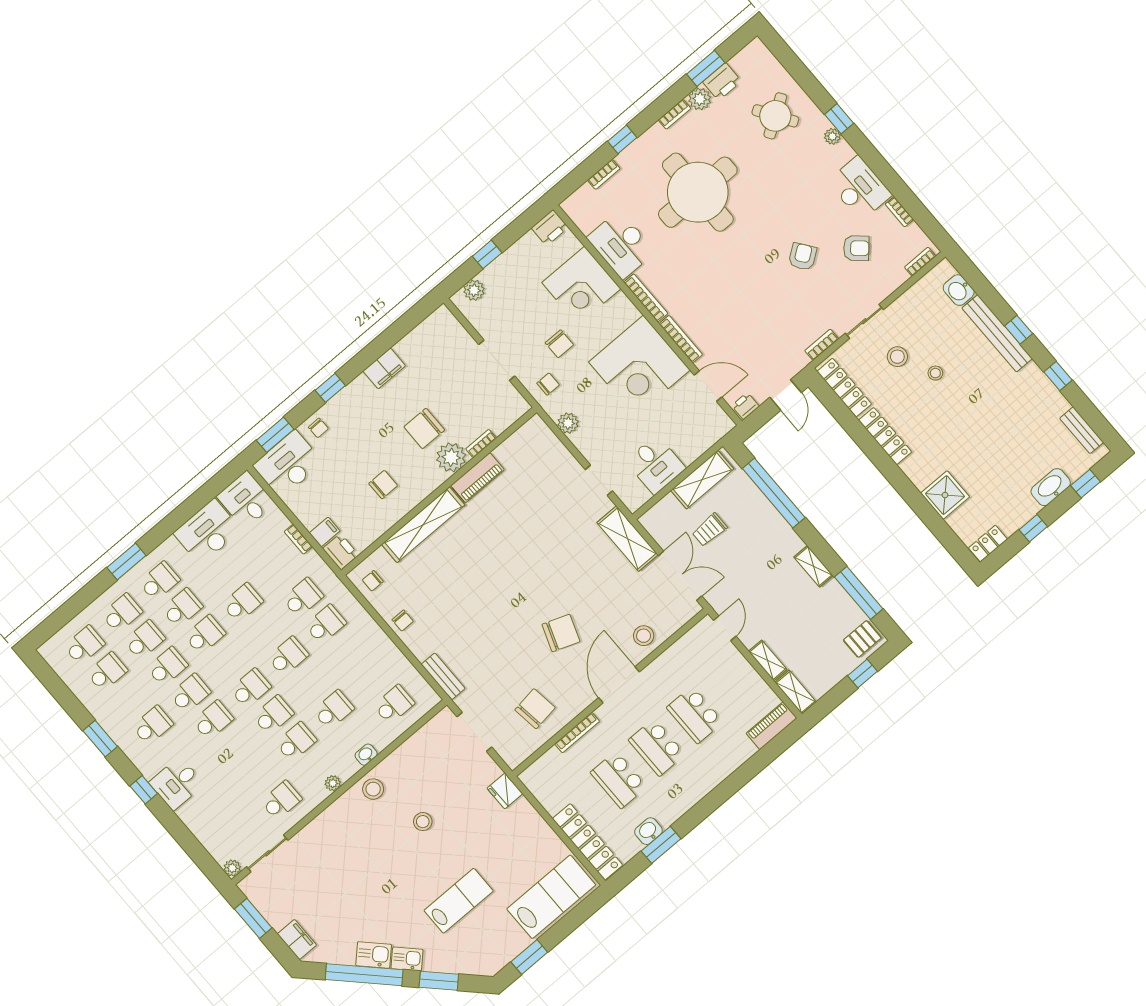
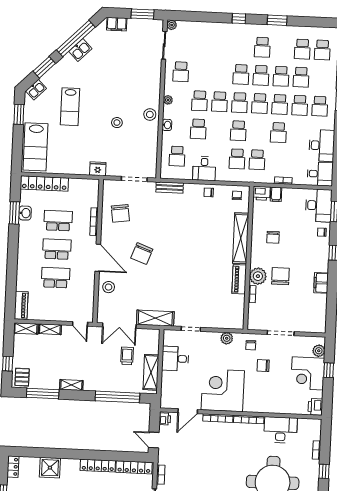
corner desk: (581, 286) -> (308, 373), moved, turned -90
school desk: (122, 613) -> (260, 104), moved
desk: (177, 783) -> (204, 168), moved, turned 180
kitchen sink: (407, 959) -> (36, 90), moved

